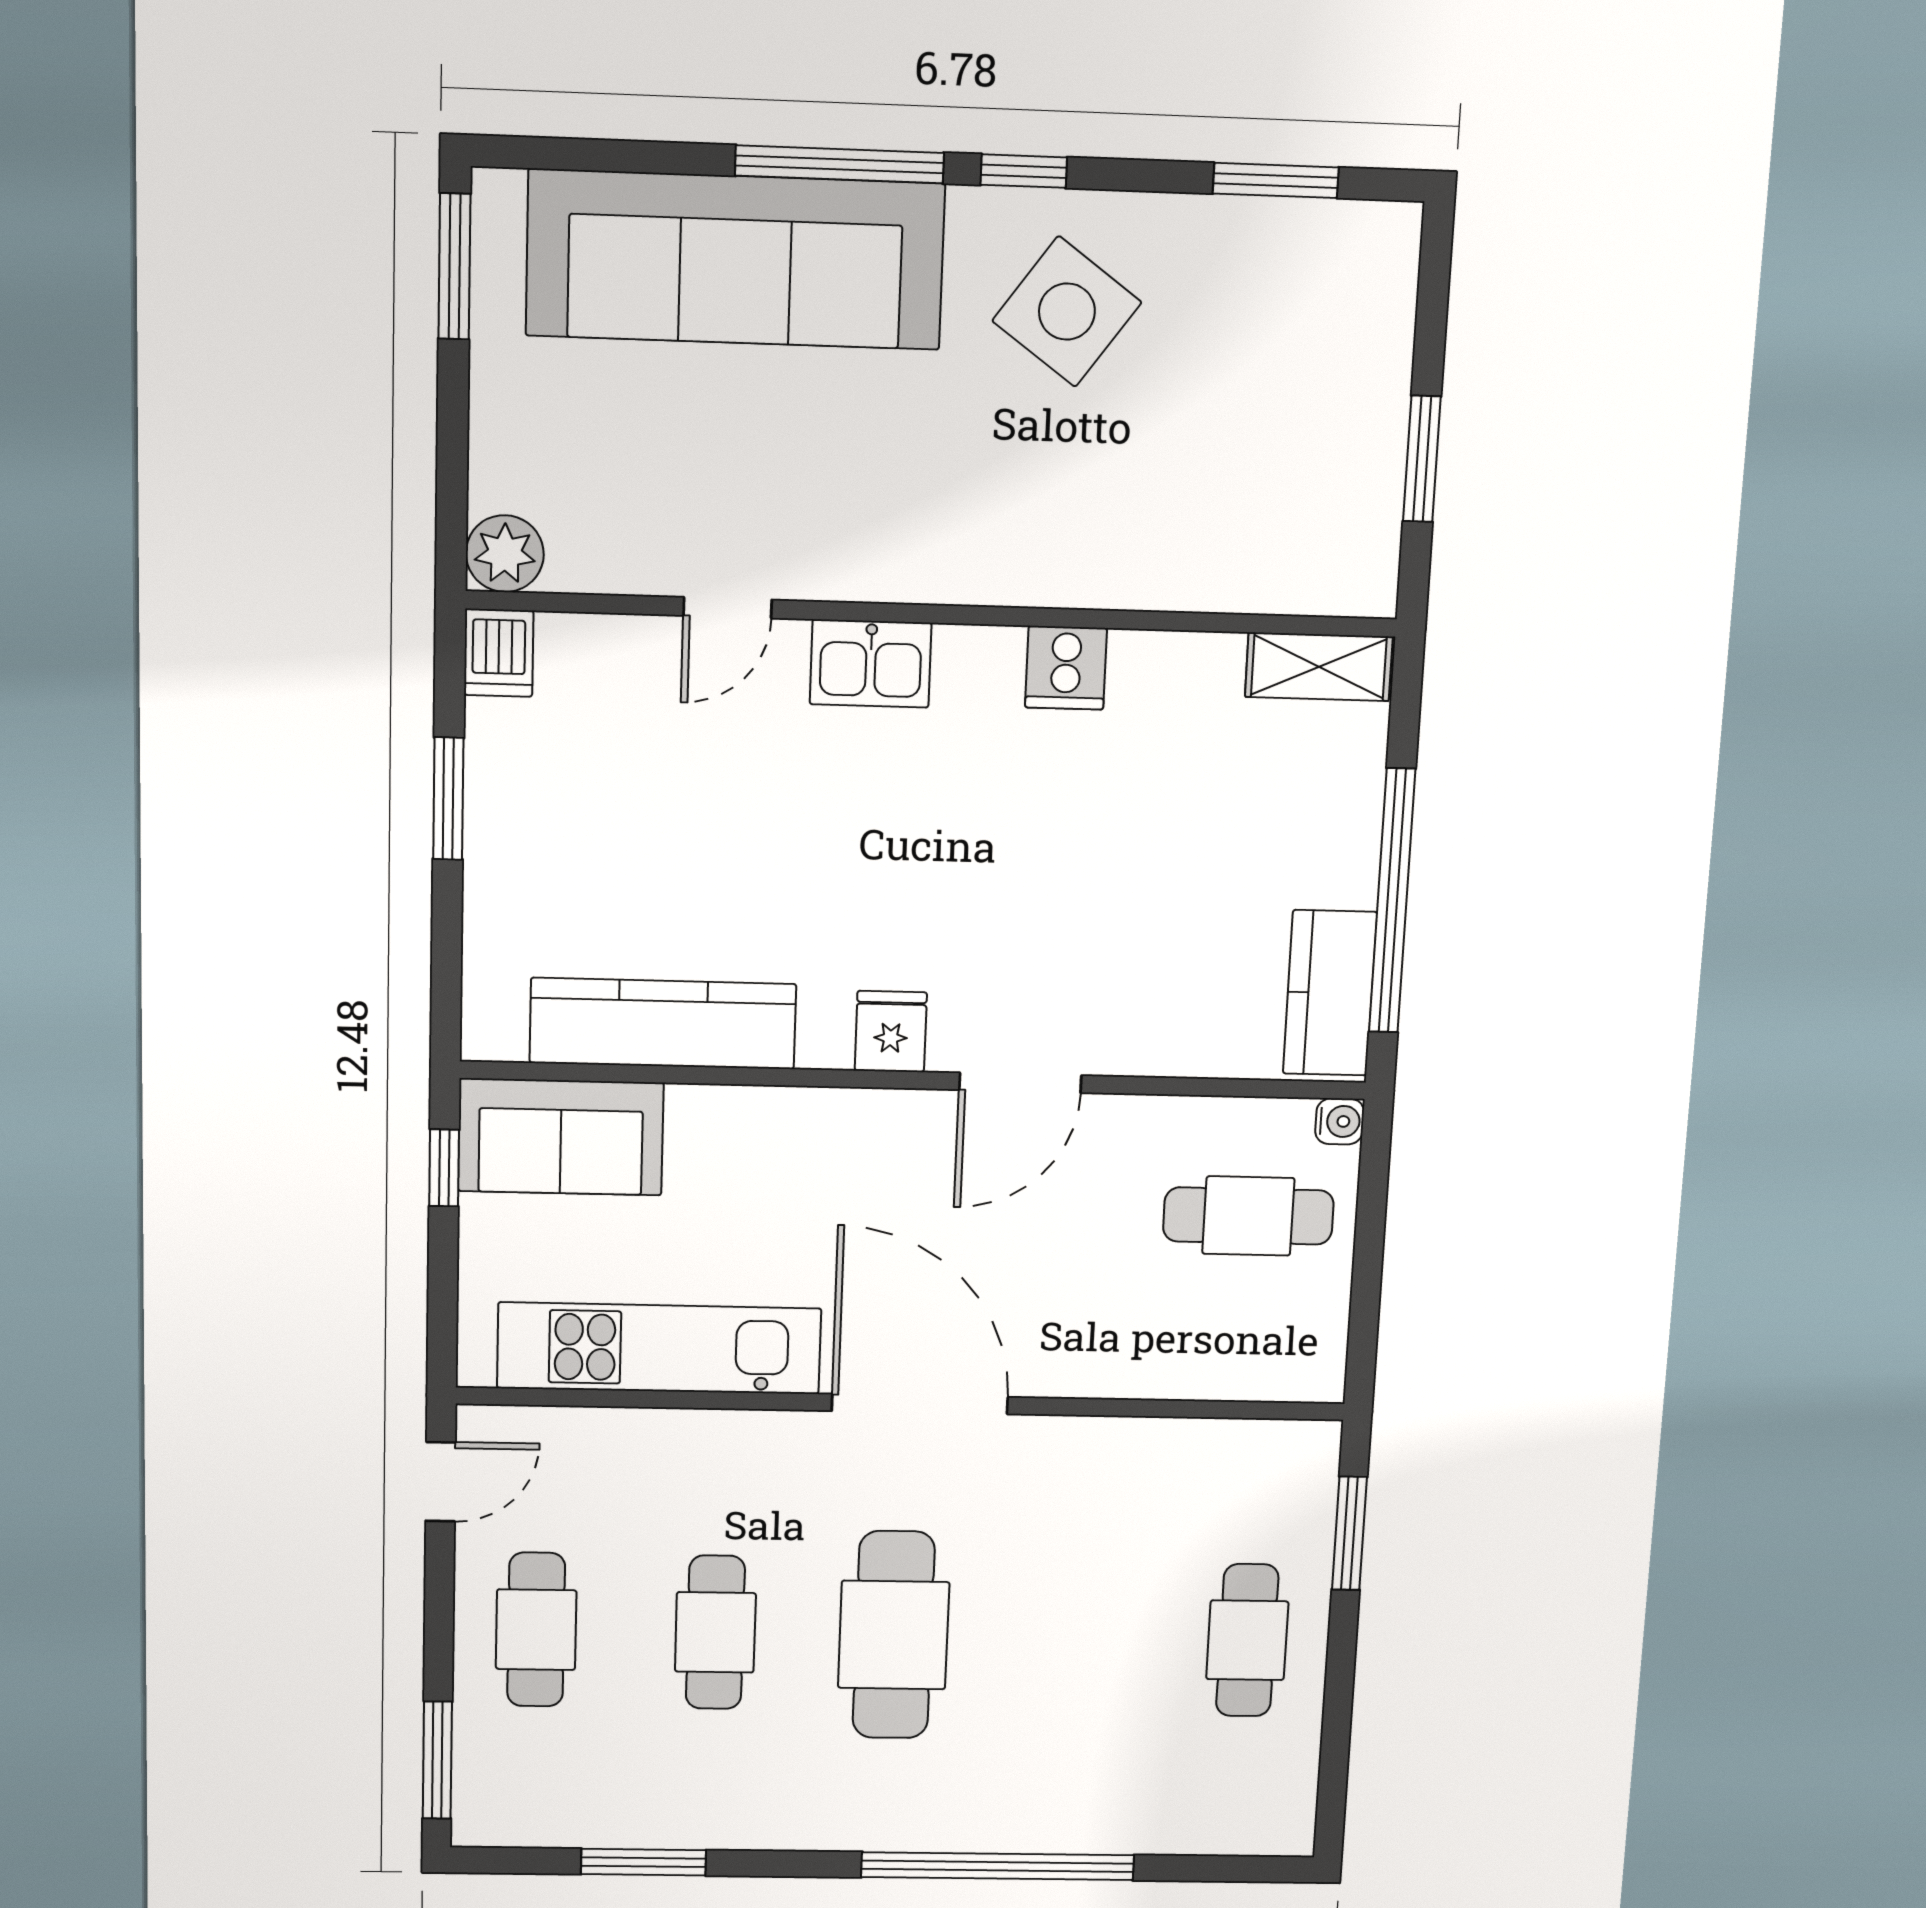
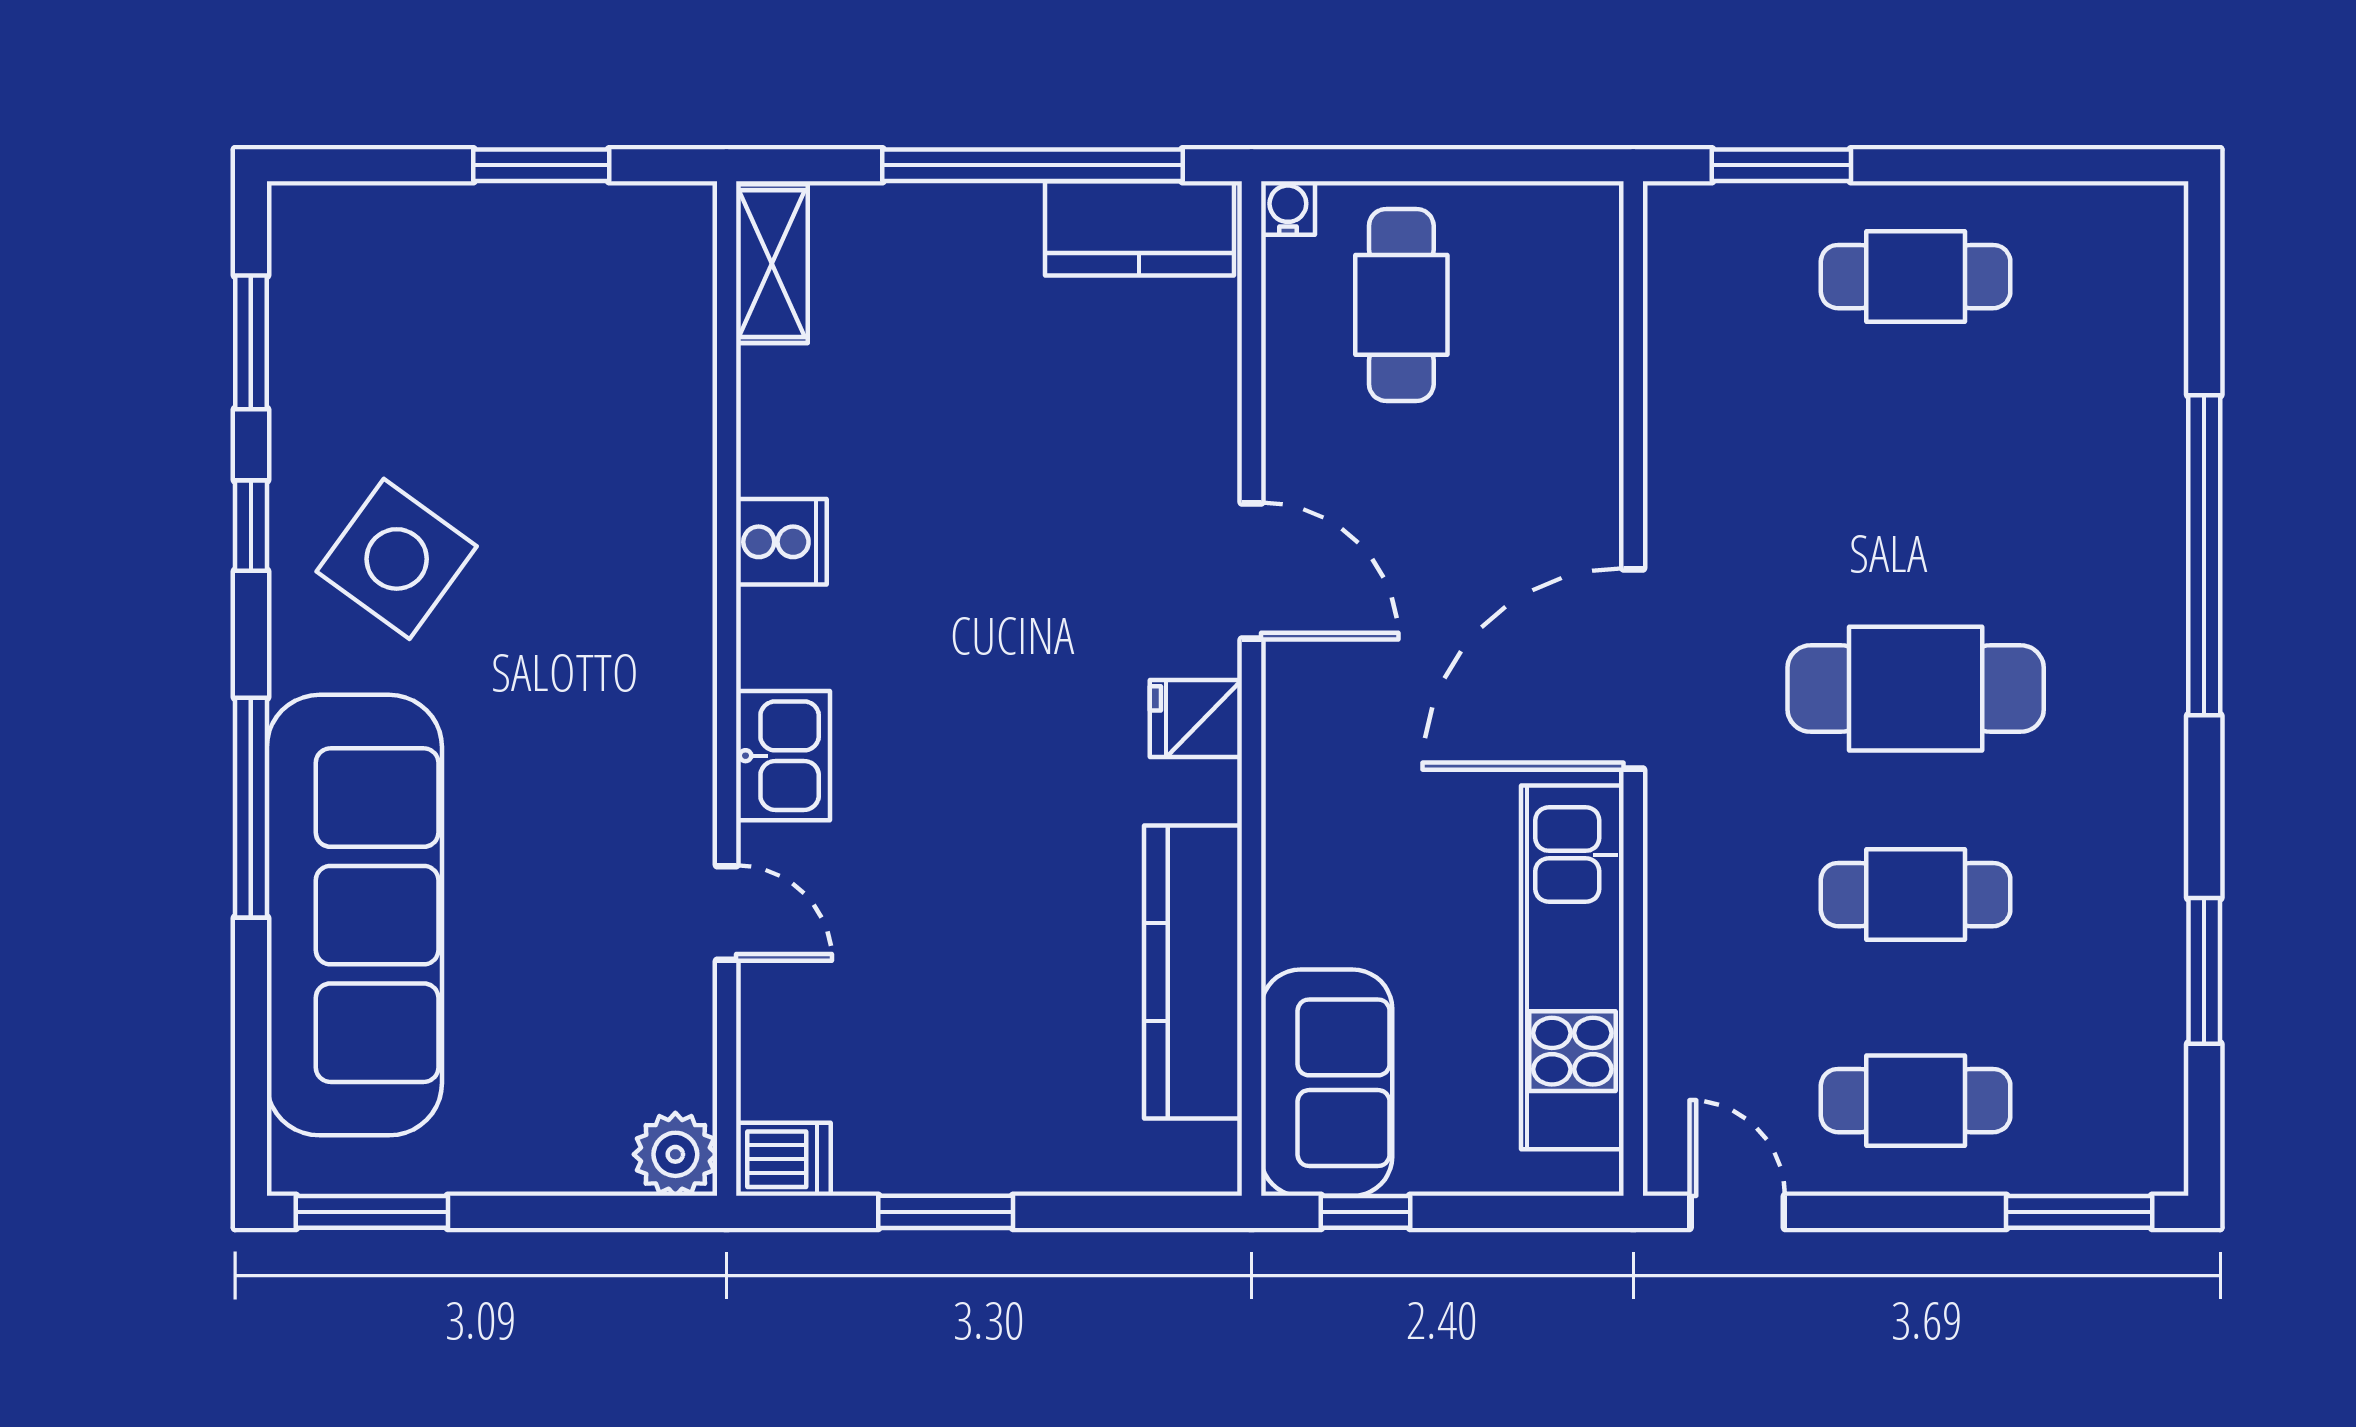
window: (1024, 171) -> (251, 526), moved

